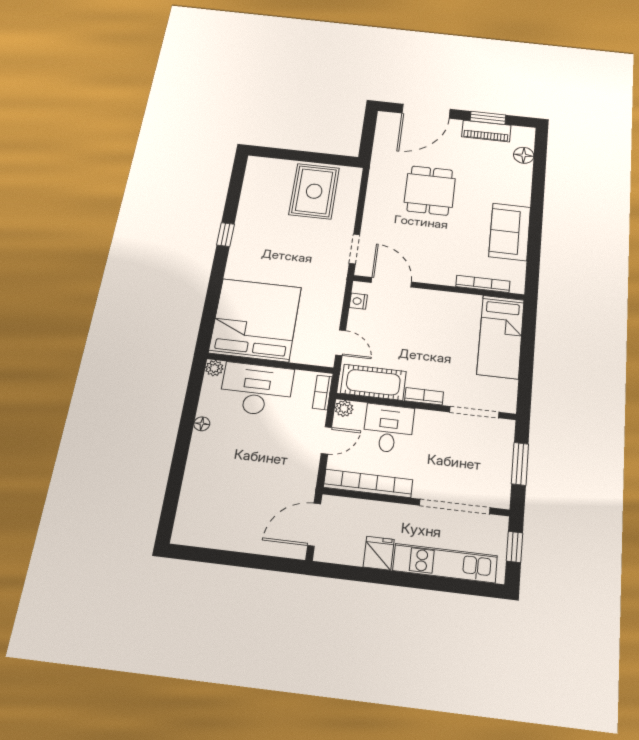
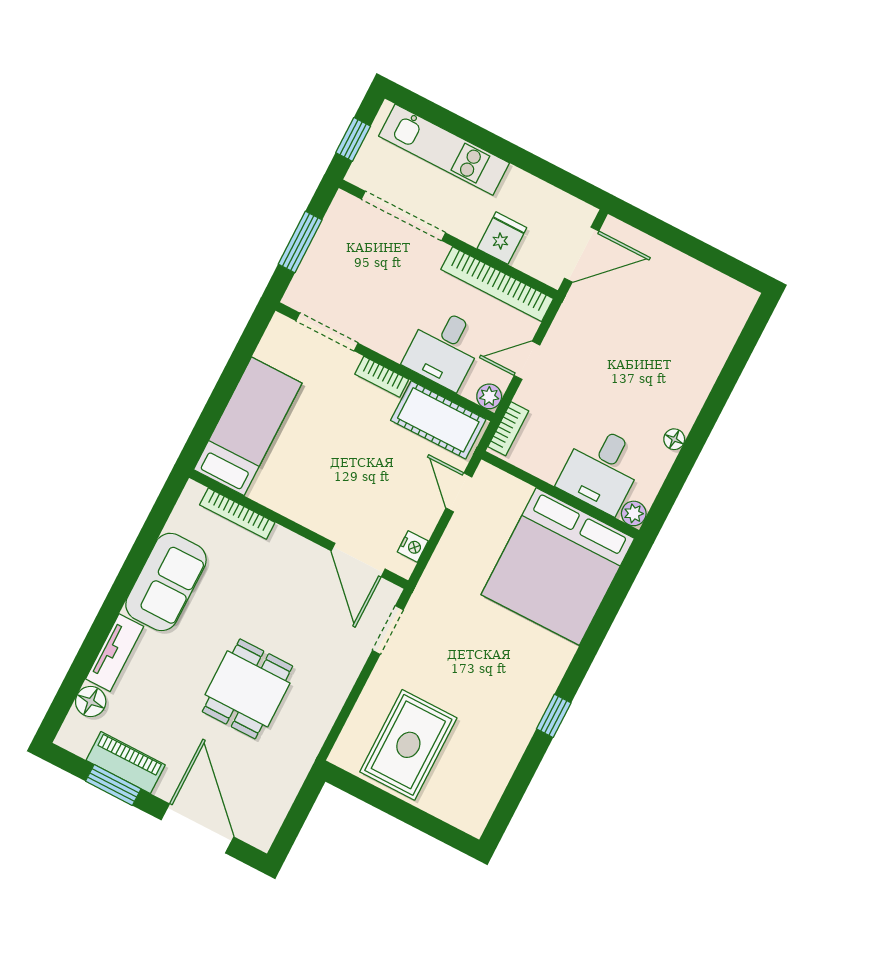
door: (426, 111) -> (197, 828), hinge flipped
tv unit: (522, 185) -> (115, 653), added
desk: (256, 389) -> (602, 469), width x0.73
fridge: (379, 553) -> (502, 238), moved, turned 180

